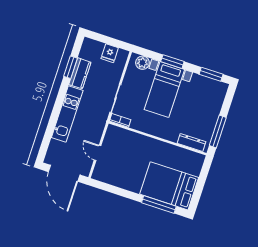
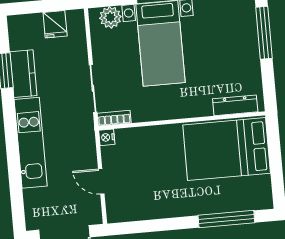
nightstand: (111, 129) -> (107, 137), added
window: (218, 132) -> (264, 33), moved
bed: (169, 186) -> (227, 149), moved

